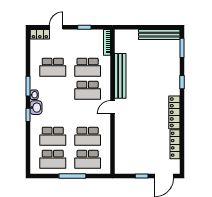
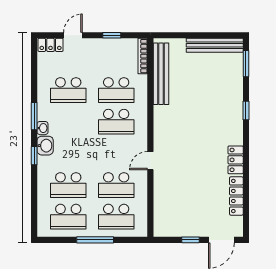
bench: (120, 76) -> (161, 74), moved
door: (112, 107) -> (150, 161), moved
locker: (174, 112) -> (236, 160), width x0.66

